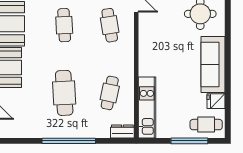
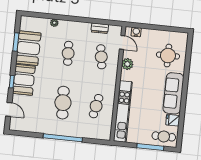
plant: (146, 31) -> (127, 64), added
kitchen unit: (147, 107) -> (123, 111), width x1.36
dresser: (122, 131) -> (102, 135), removed

